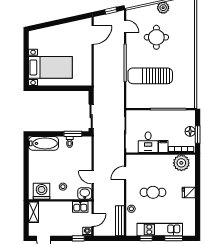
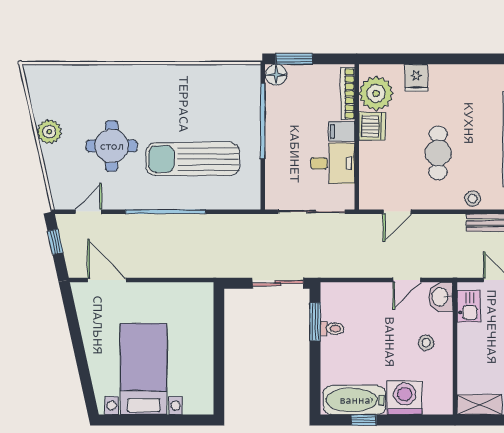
bed with nightstands: (50, 67) -> (144, 369), moved
sun lounger: (150, 76) -> (193, 159), turned 90
floor lamp: (190, 131) -> (276, 75), moved
window: (198, 135) -> (294, 59), moved
bathtub: (44, 143) -> (355, 400), moved, turned -90
window: (26, 157) -> (364, 420), added
dishwasher: (166, 161) -> (372, 126), added
door: (125, 173) -> (397, 212), hinge flipped
washing machine: (42, 191) -> (405, 398), moved, turned 90
fridge: (189, 193) -> (416, 78), moved

